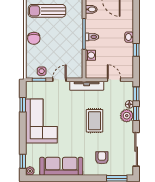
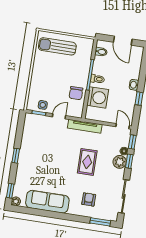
chair: (34, 38) -> (76, 93), moved
washing machine: (90, 55) -> (98, 97), width x1.89, depth x1.89
door: (114, 80) -> (123, 126), moved
window: (23, 105) -> (16, 156), moved
corner sofa: (41, 121) -> (35, 154), removed

